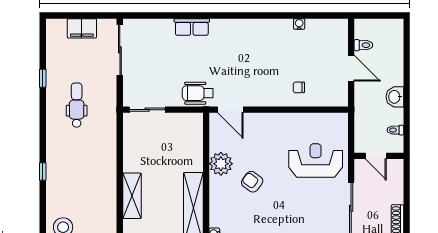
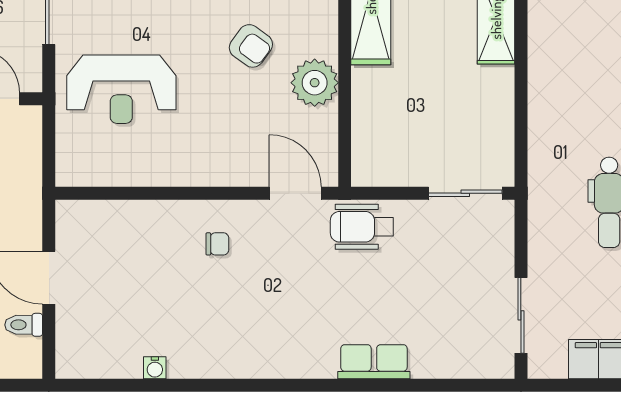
sliding door: (120, 50) -> (521, 315), width x0.73
chair: (299, 87) -> (217, 244), moved
wheelchair: (198, 93) -> (362, 227), turned 180

